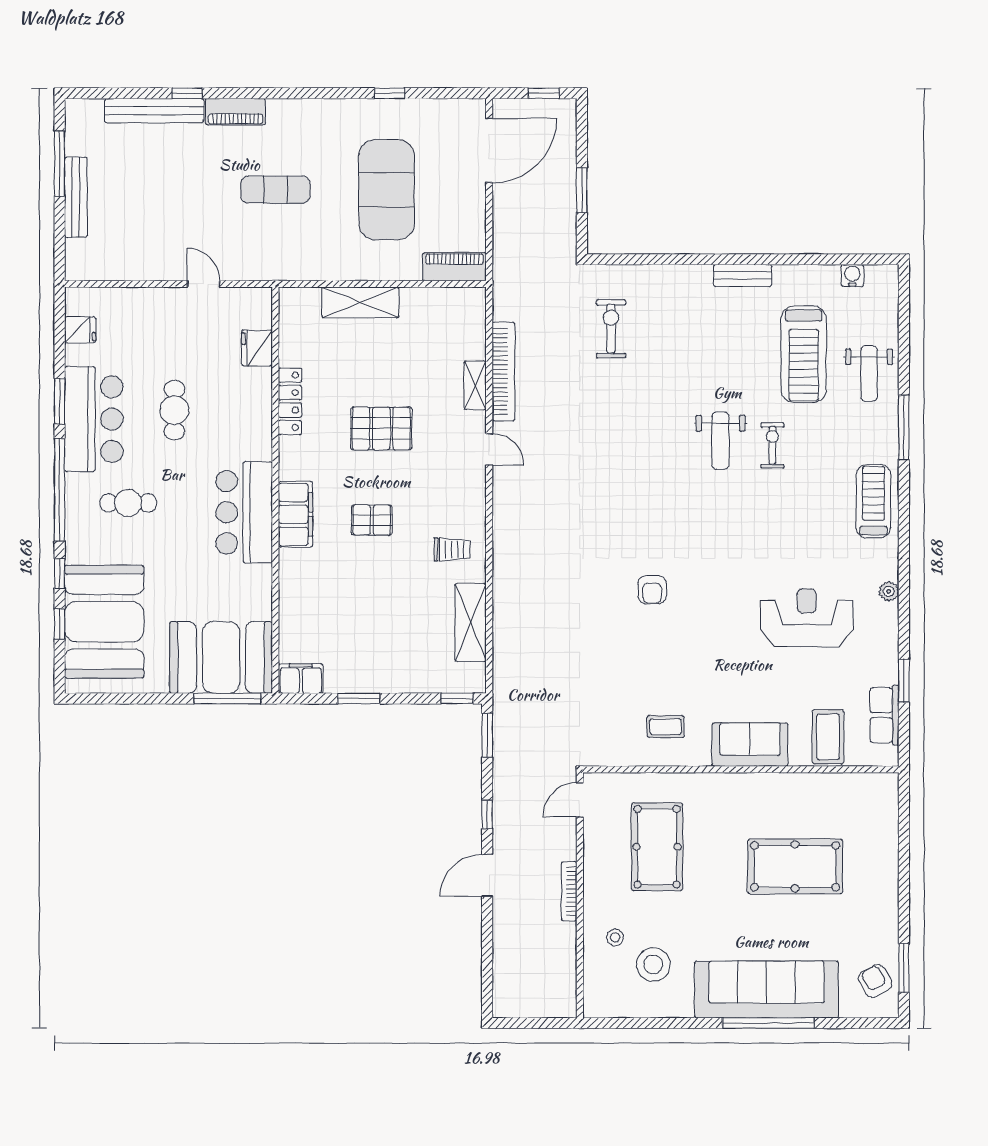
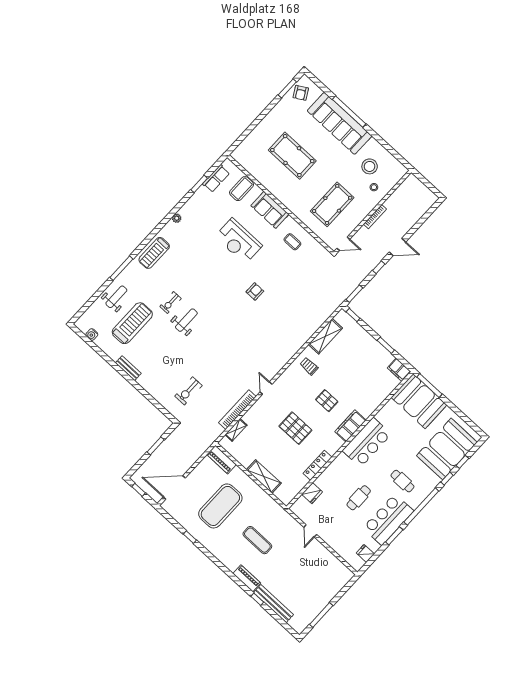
bench: (76, 197) -> (326, 599), removed
shelving: (475, 385) -> (236, 430), moved
reception desk: (807, 618) -> (239, 241), moved

